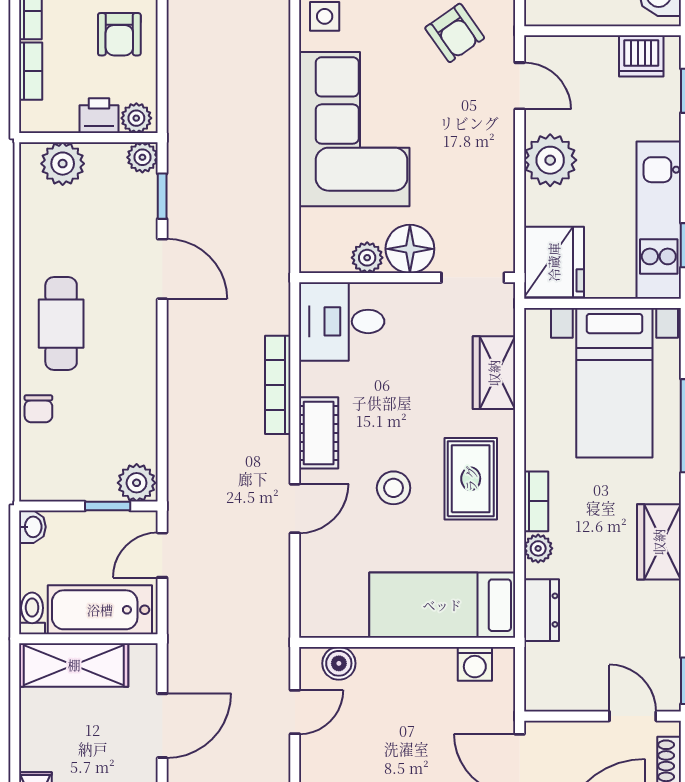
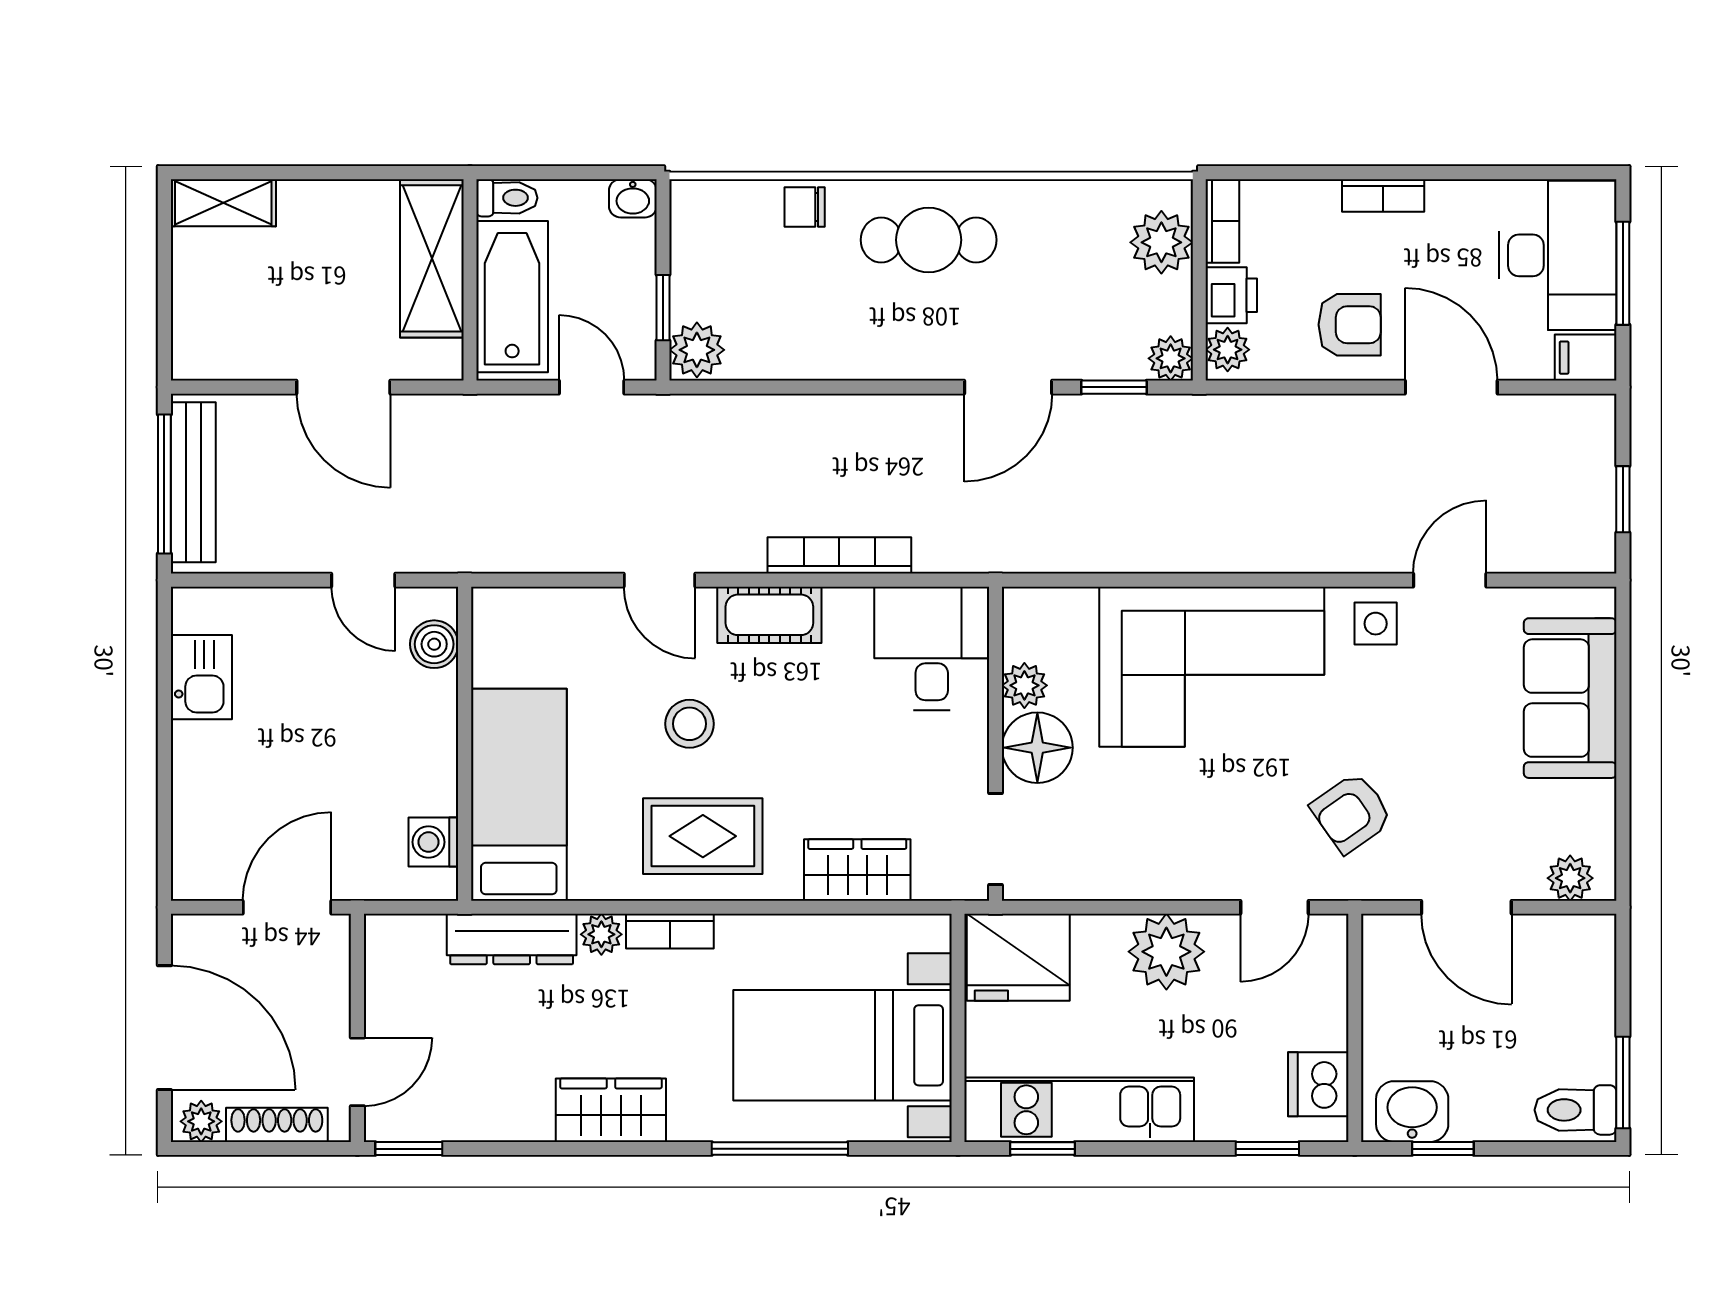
armchair: (119, 34) -> (1350, 325), turned 180
bookcase: (31, 71) -> (1222, 221), moved, turned -90
dresser: (541, 610) -> (512, 939), width x1.44

